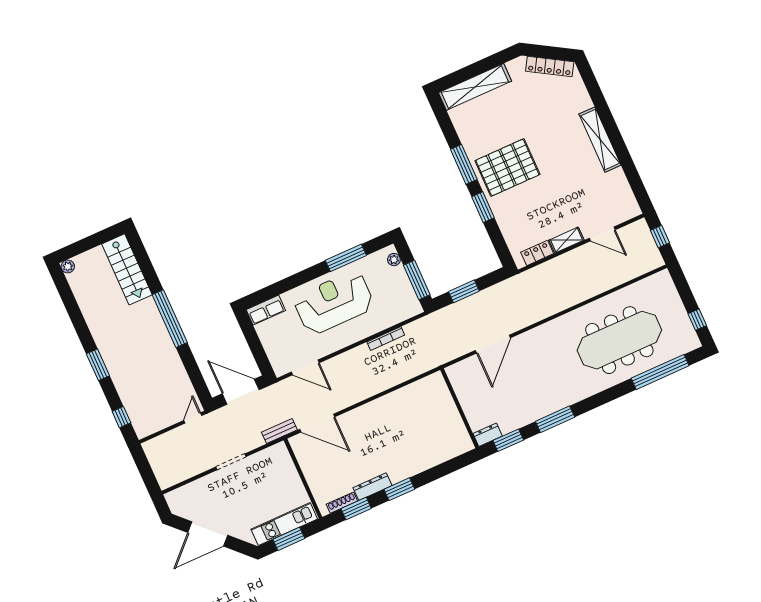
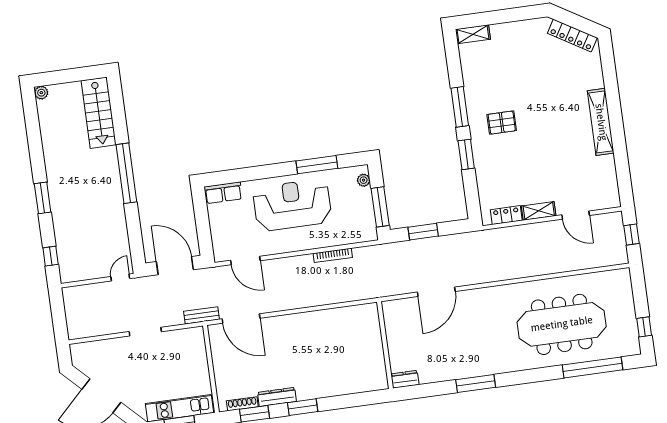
shelving: (475, 87) -> (473, 34), width x0.45, depth x0.75
pallet: (507, 167) -> (502, 123), width x0.49, depth x0.50
window: (508, 440) -> (424, 391), removed

